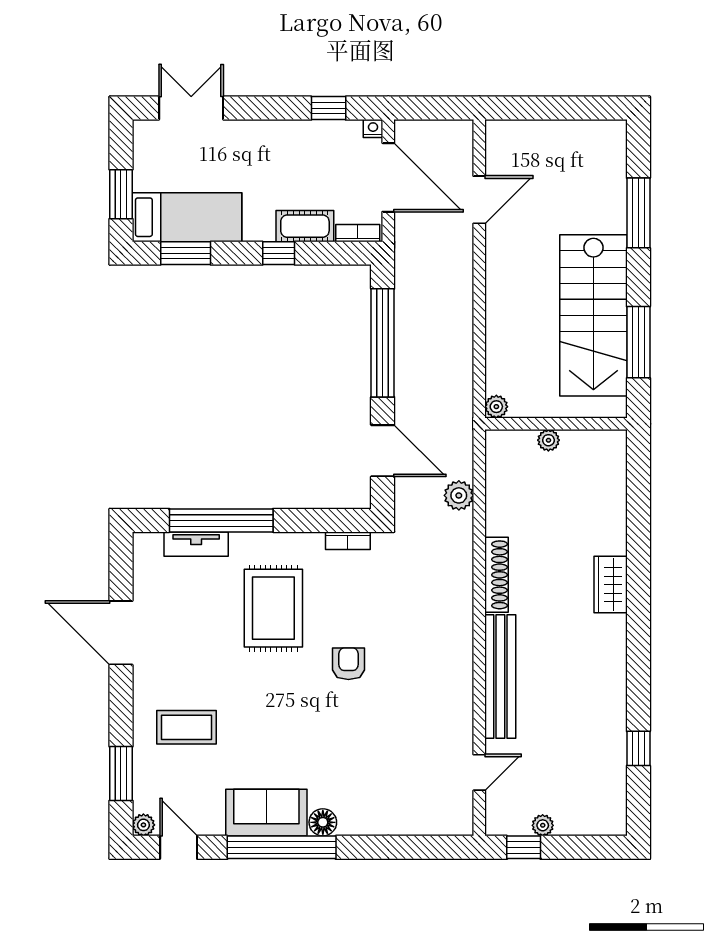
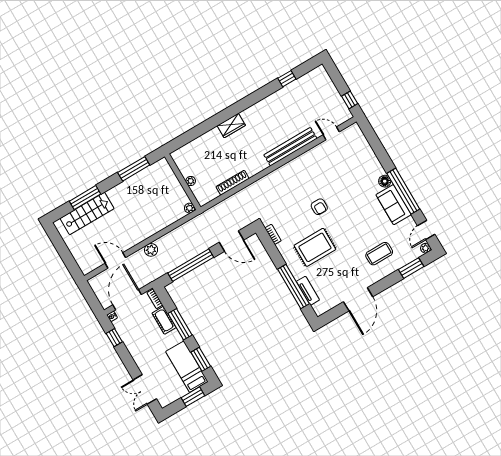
window: (279, 253) -> (180, 324), width x2.17
stairs: (593, 315) -> (87, 213), moved, width x0.73, depth x0.66
door: (383, 451) -> (231, 241), swing flipped
plant: (459, 495) -> (151, 250), moved
shoe rack: (497, 575) -> (233, 183), moved
armchair: (348, 664) -> (319, 207), turned -90
coffee table: (187, 727) -> (379, 254), turned 90
plant: (543, 825) -> (337, 98), removed

